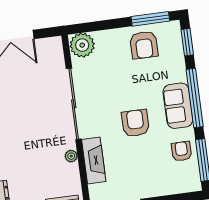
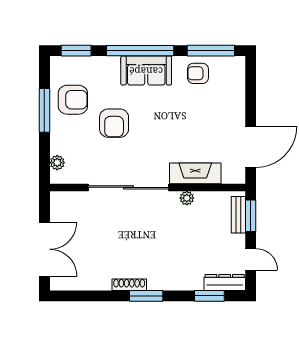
window: (150, 19) -> (44, 110), moved
plant: (82, 45) -> (57, 163), width x0.53, depth x0.53
armchair: (135, 123) -> (114, 123), moved, turned -90

